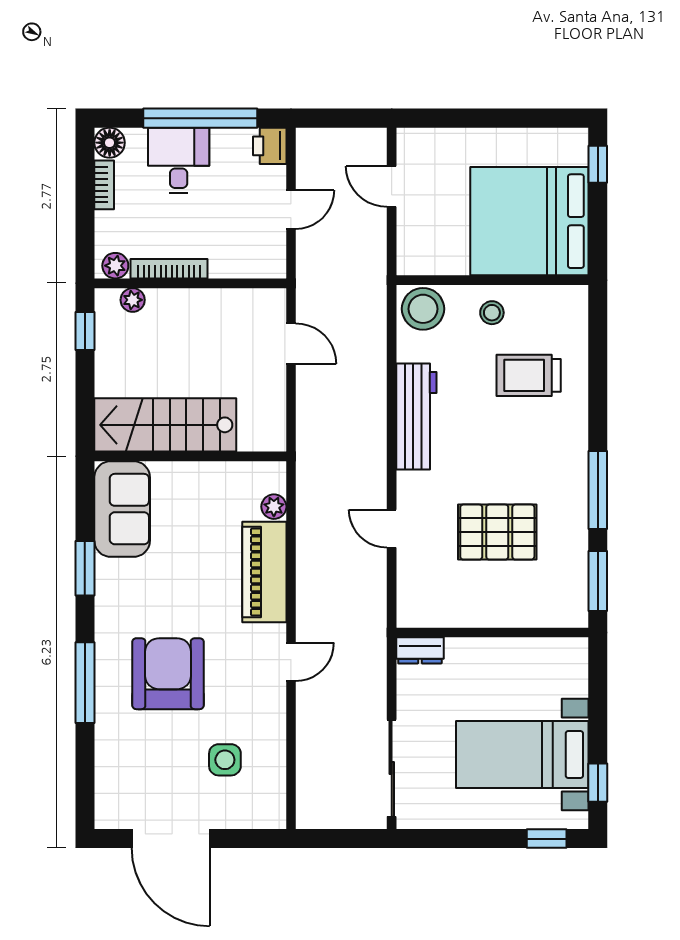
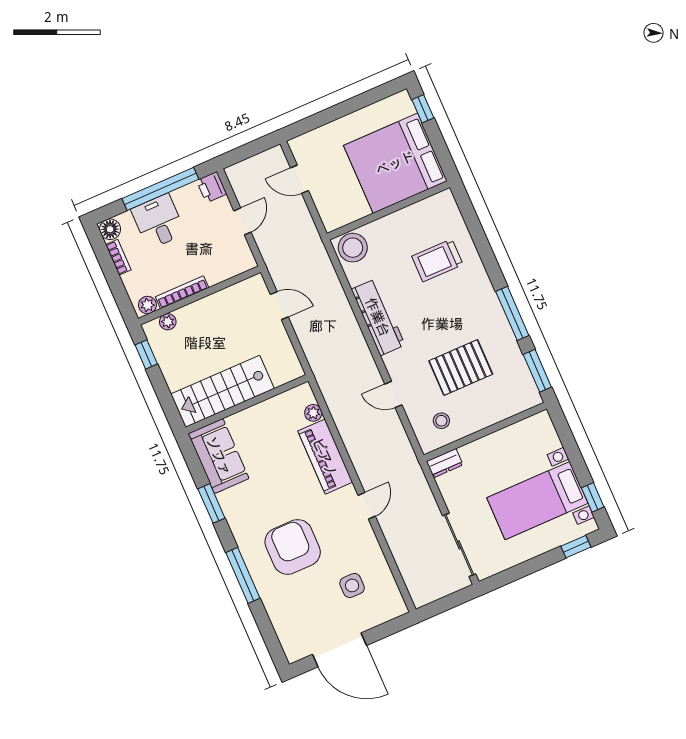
stool: (492, 313) -> (441, 421), moved

